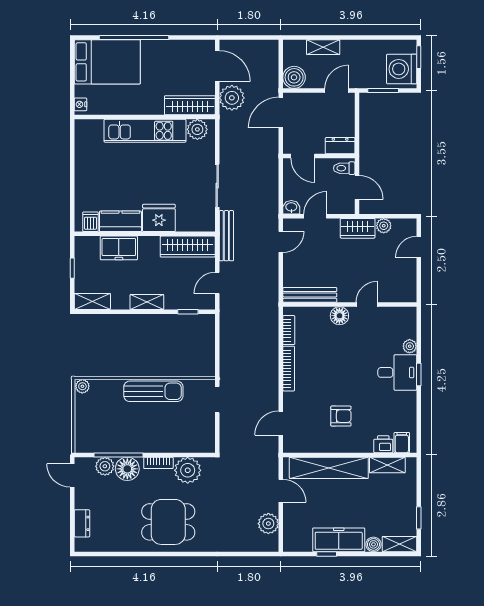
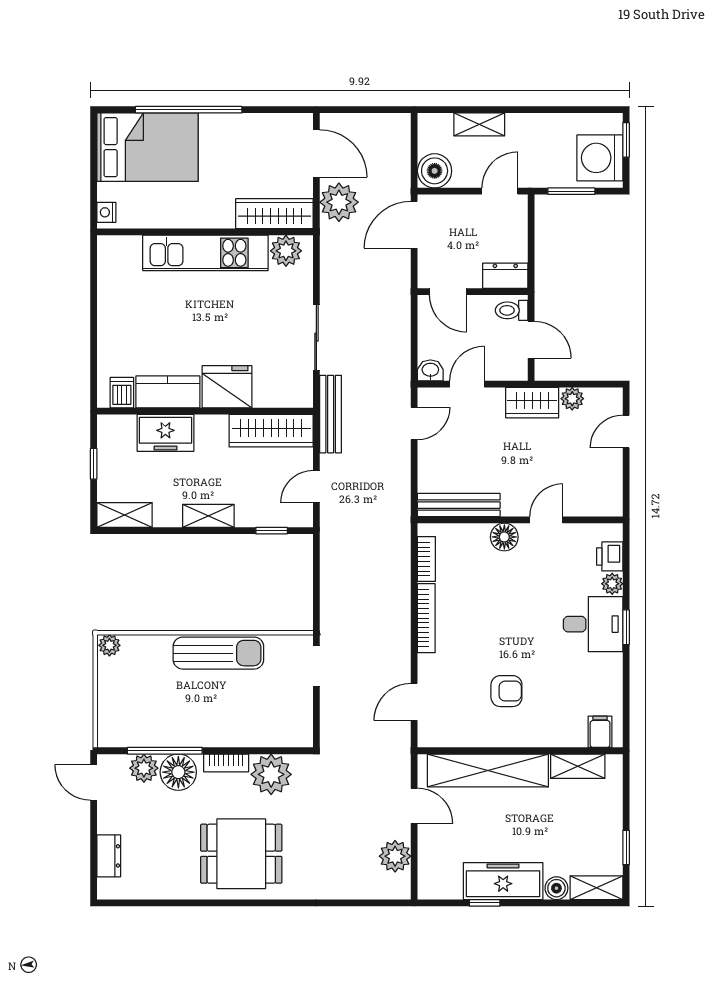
printer: (383, 444) -> (610, 556), moved, turned -90

